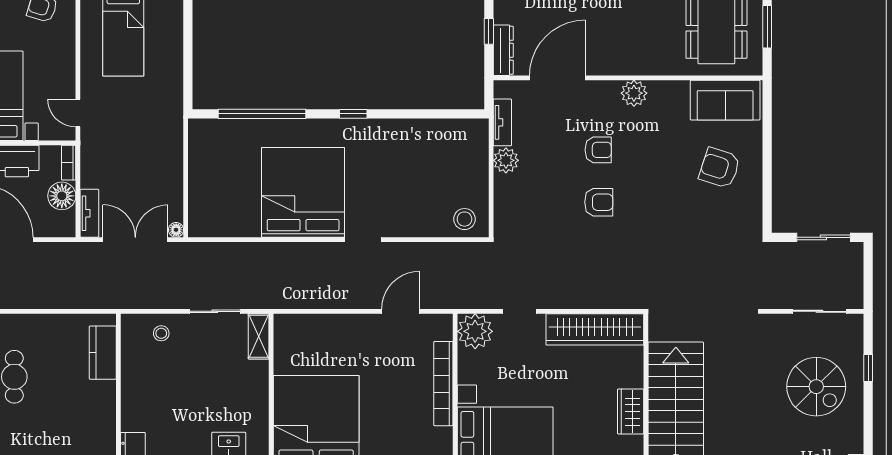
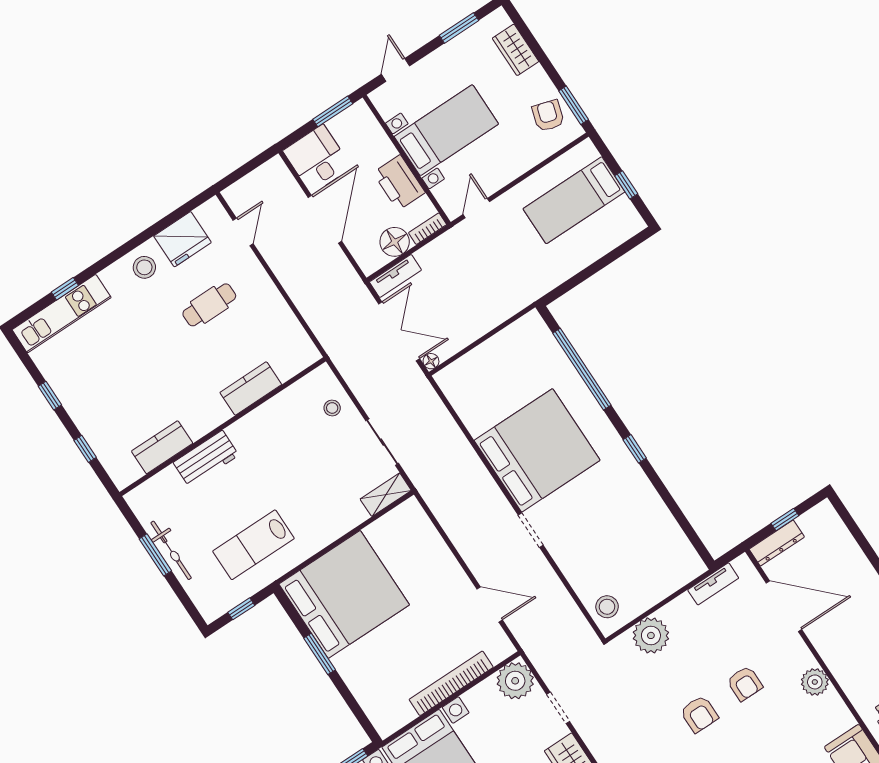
plant: (506, 160) -> (651, 635), moved, width x1.36, depth x1.36
kitchen counter: (103, 353) -> (251, 388), moved

